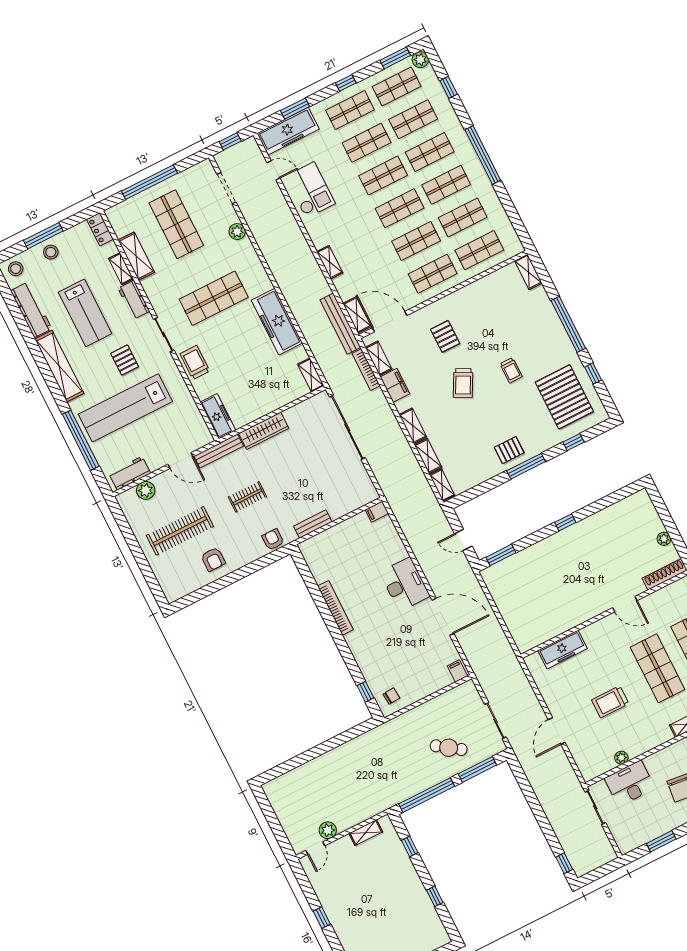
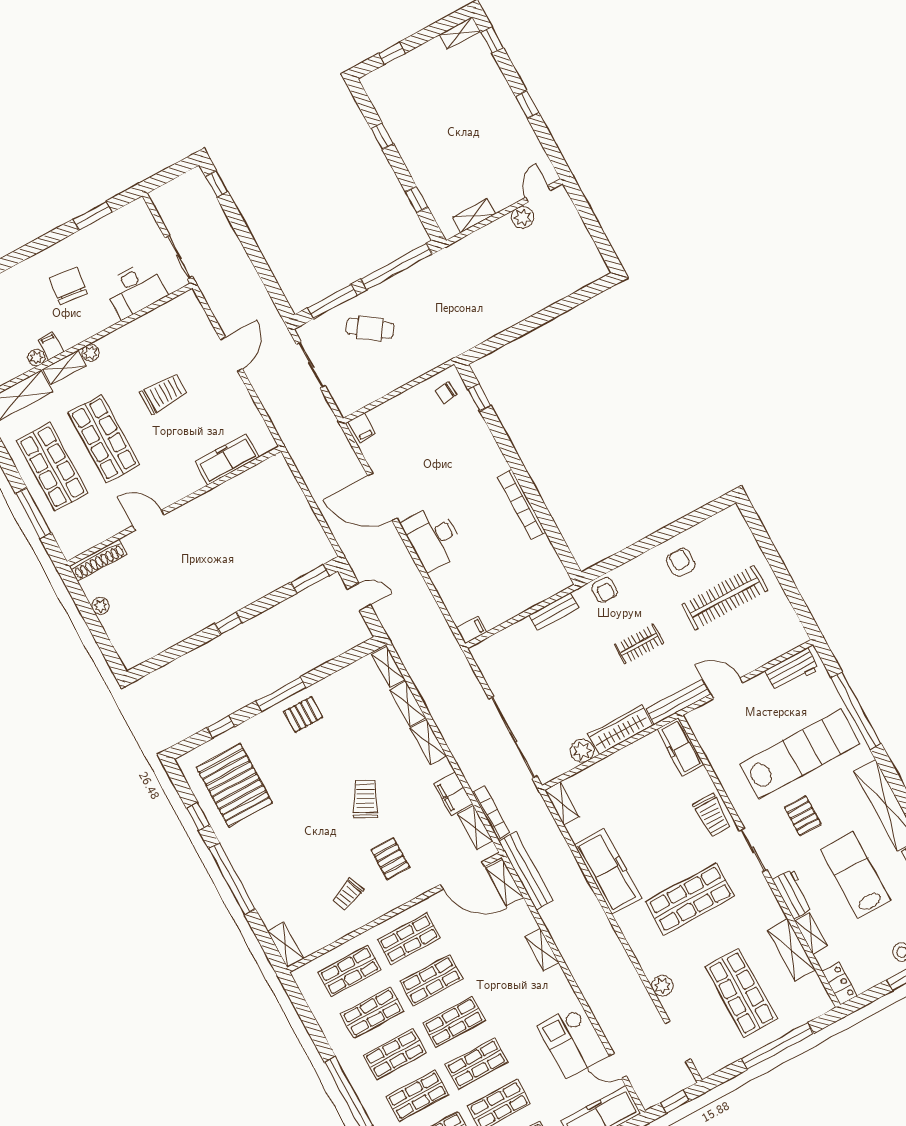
trolley: (511, 370) -> (348, 894), moved, turned -112
plant: (146, 490) -> (582, 751), moved
plant: (621, 758) -> (91, 353), moved

